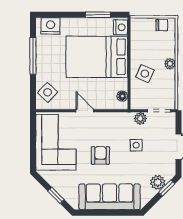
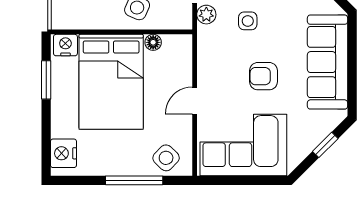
window: (33, 56) -> (134, 180), moved
floor lamp: (122, 96) -> (153, 42), moved

